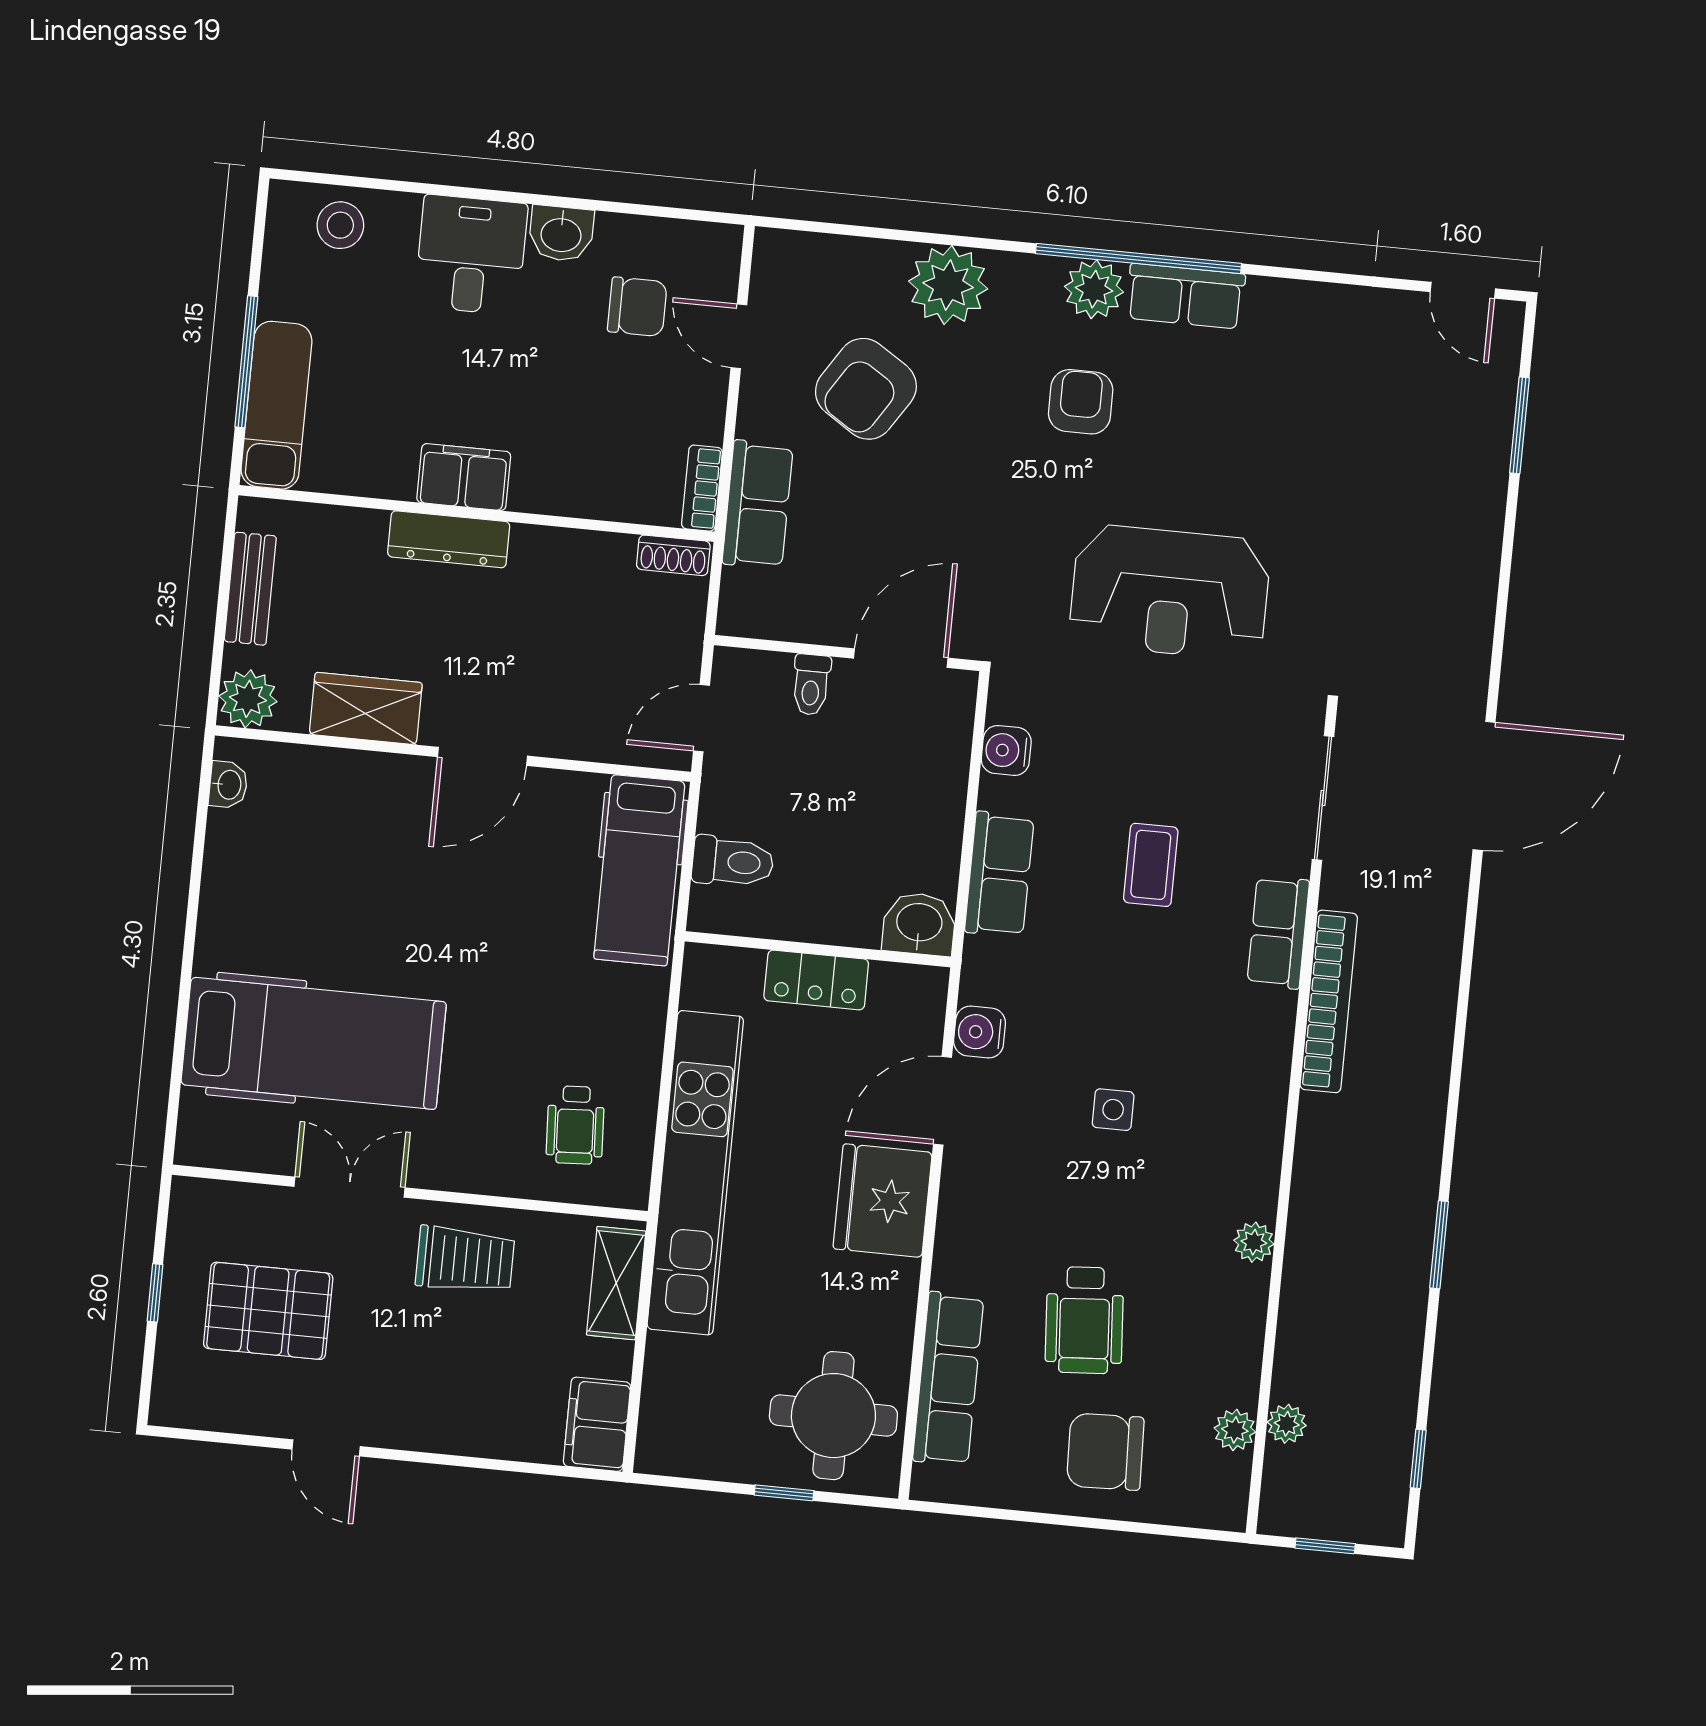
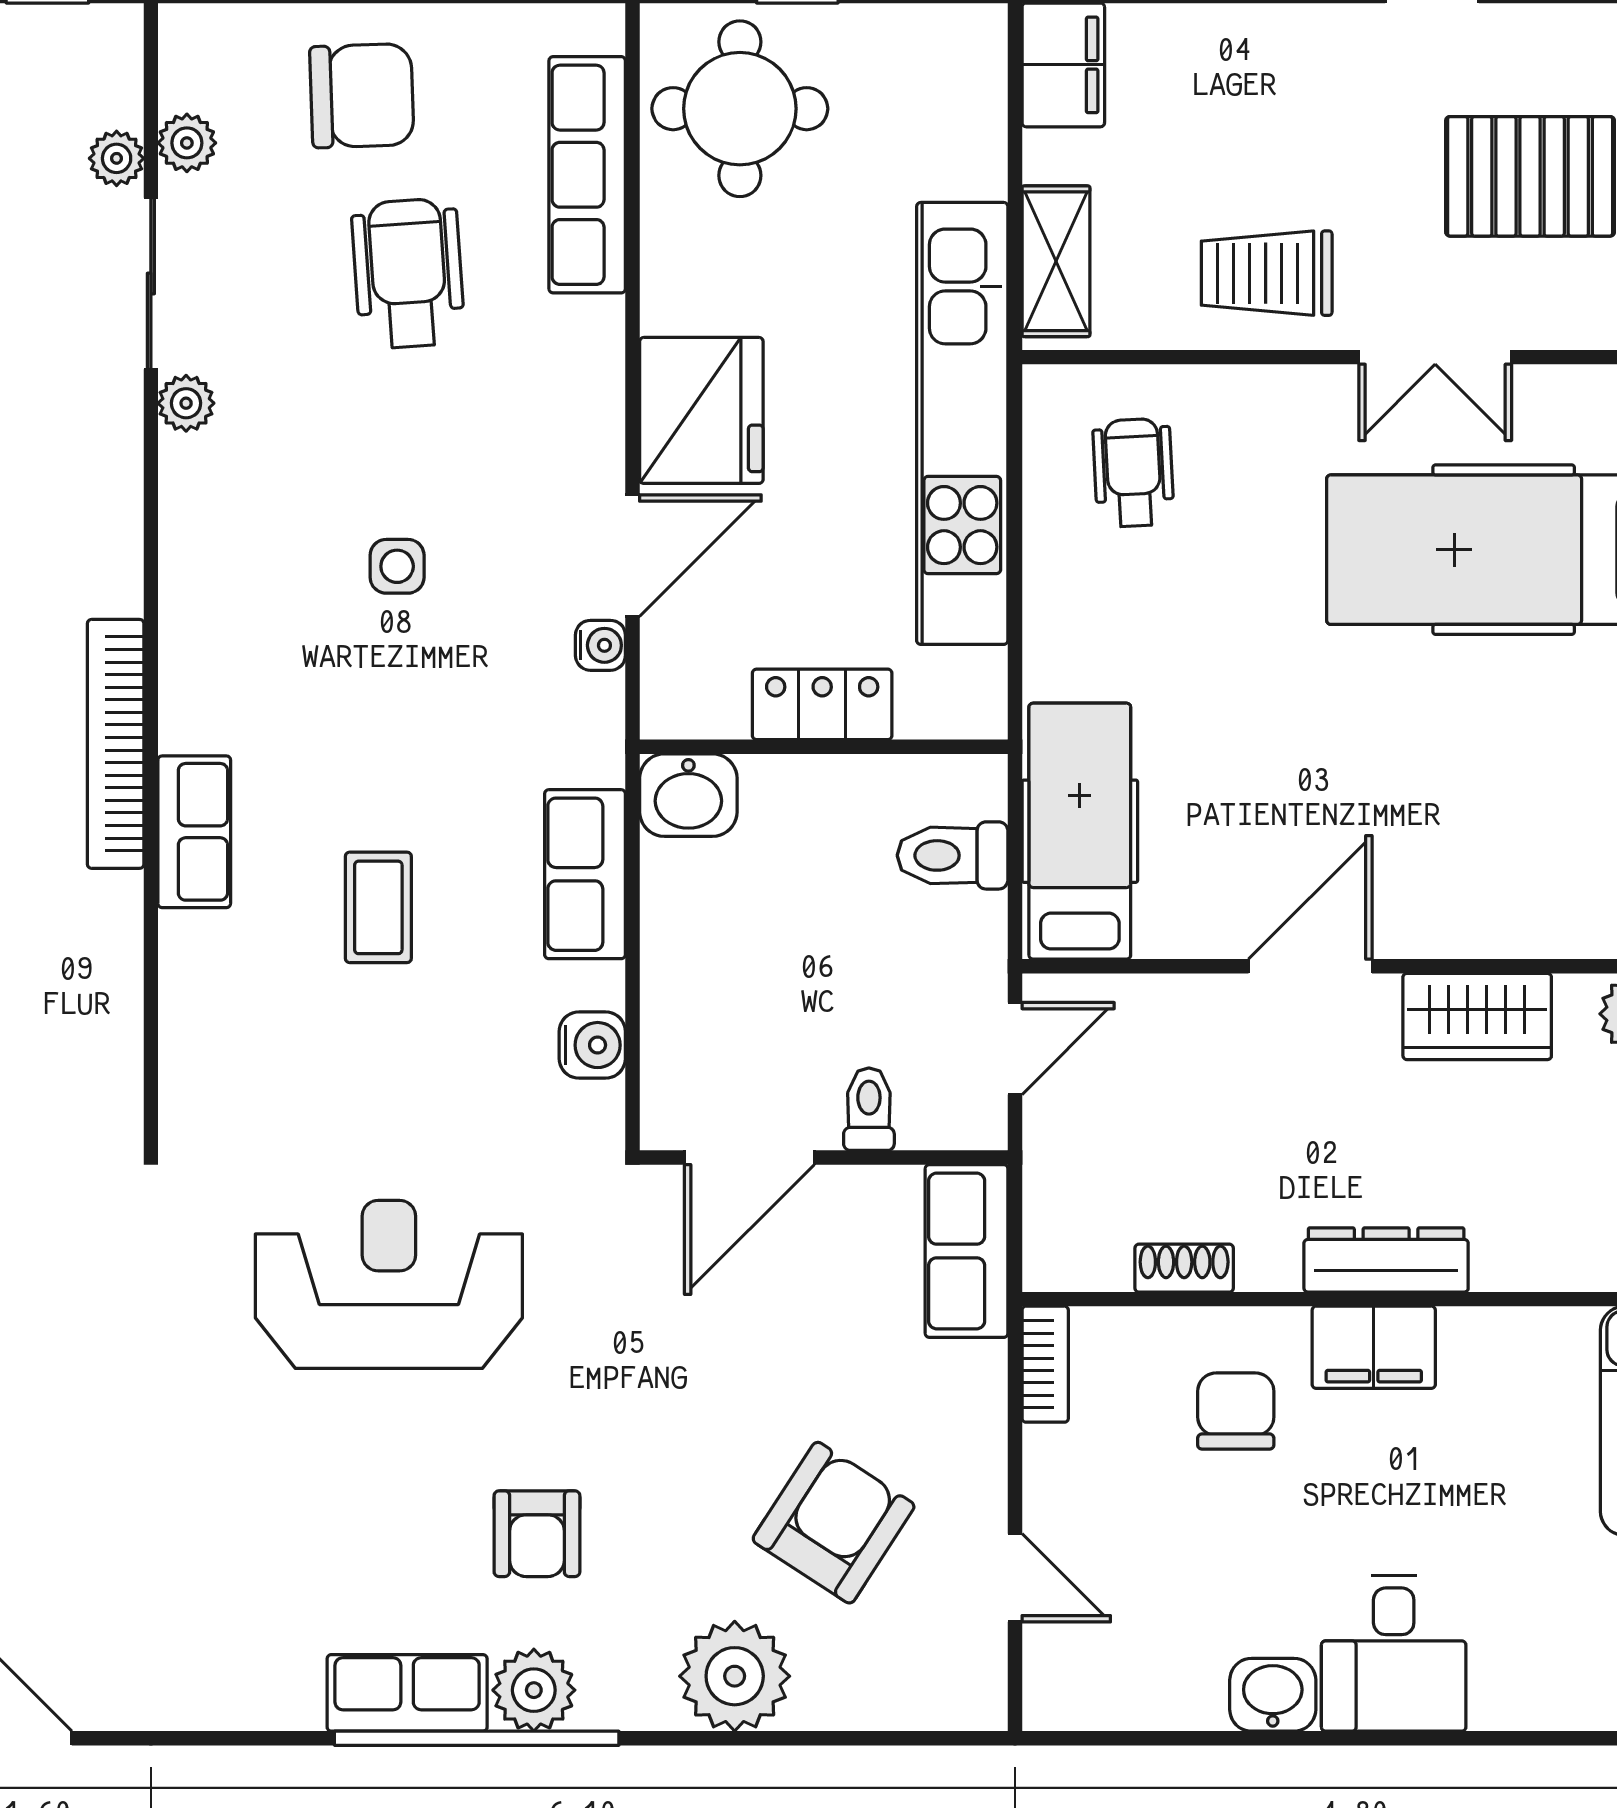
stool: (340, 225) -> (1577, 1677), removed
chair: (637, 307) -> (1236, 1411), moved, turned 90
row of seats: (758, 505) -> (967, 1251), moved
shoe rack: (673, 555) -> (1184, 1268), moved
sliding door: (1323, 798) -> (151, 284), moved
water cooler: (980, 1032) -> (600, 645), width x0.72, depth x0.72

